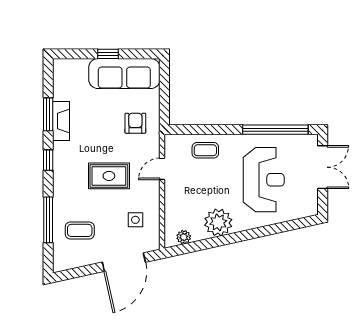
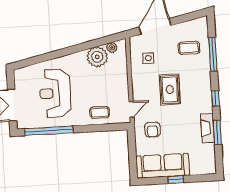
door: (162, 169) -> (132, 109), moved
rug: (109, 176) -> (170, 89), turned 90
plant: (218, 222) -> (97, 57), moved

